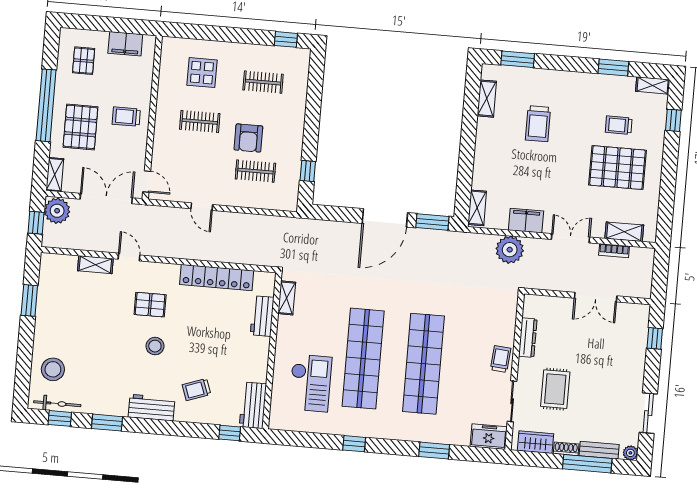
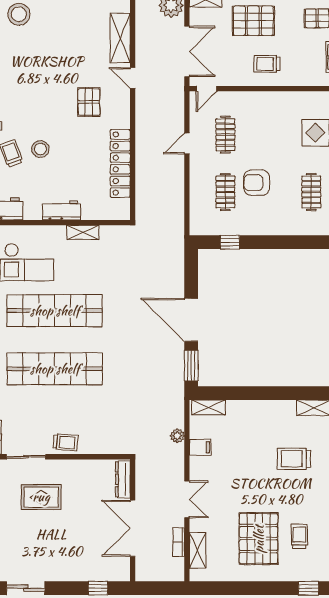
trolley: (126, 117) -> (267, 64), turned -90
clothes rail: (200, 121) -> (225, 135), moved
filing cabinet: (526, 221) -> (200, 447), width x0.50
plant: (510, 250) -> (177, 436), width x0.53, depth x0.53
door: (129, 257) -> (133, 78), swing flipped
shelving: (95, 265) -> (120, 38), width x1.50, depth x1.33
double door: (596, 297) -> (133, 528), width x1.37
shelving: (287, 298) -> (83, 232), moved
workbench: (262, 316) -> (62, 210), moved
dresser: (528, 338) -> (123, 479), moved, turned 90
stool: (155, 346) -> (40, 149), moved

